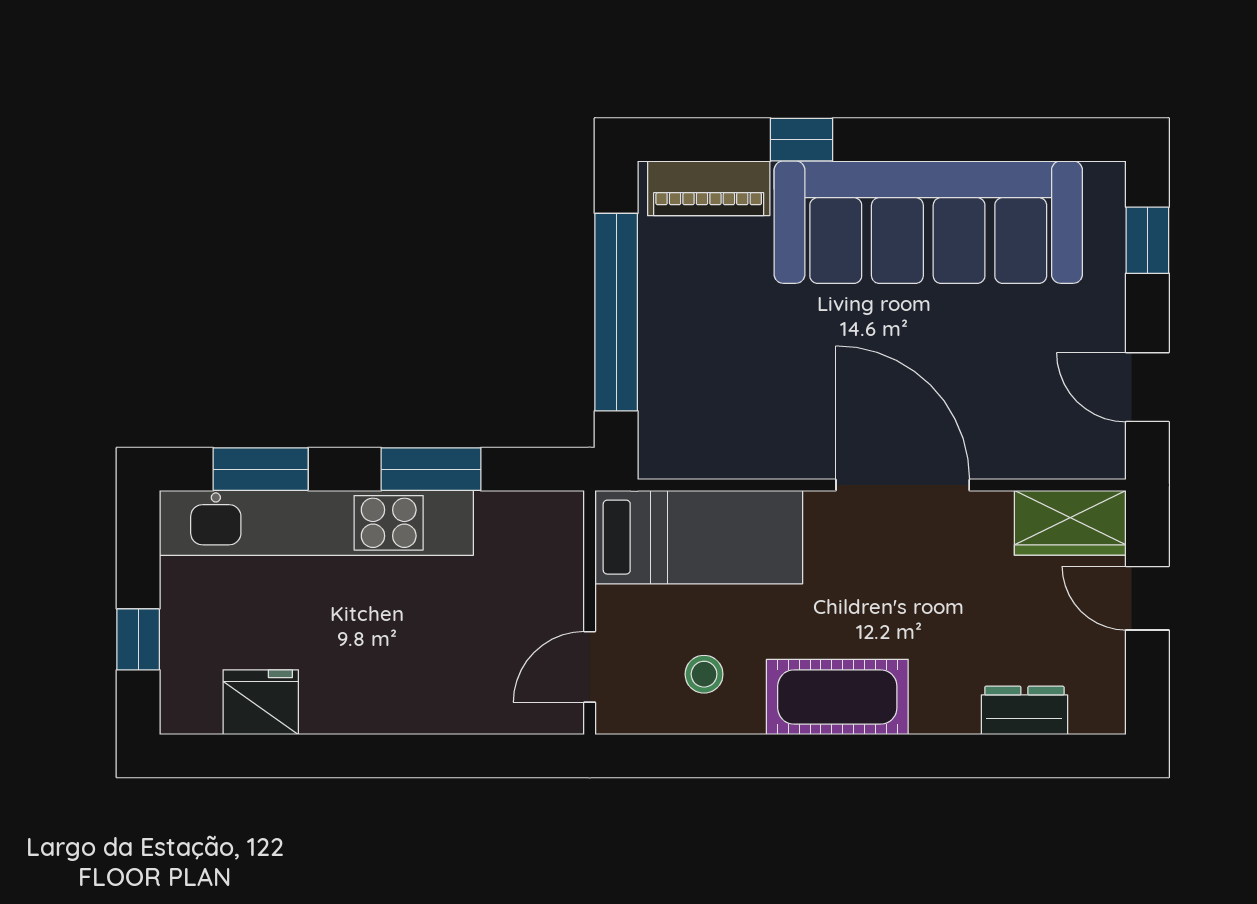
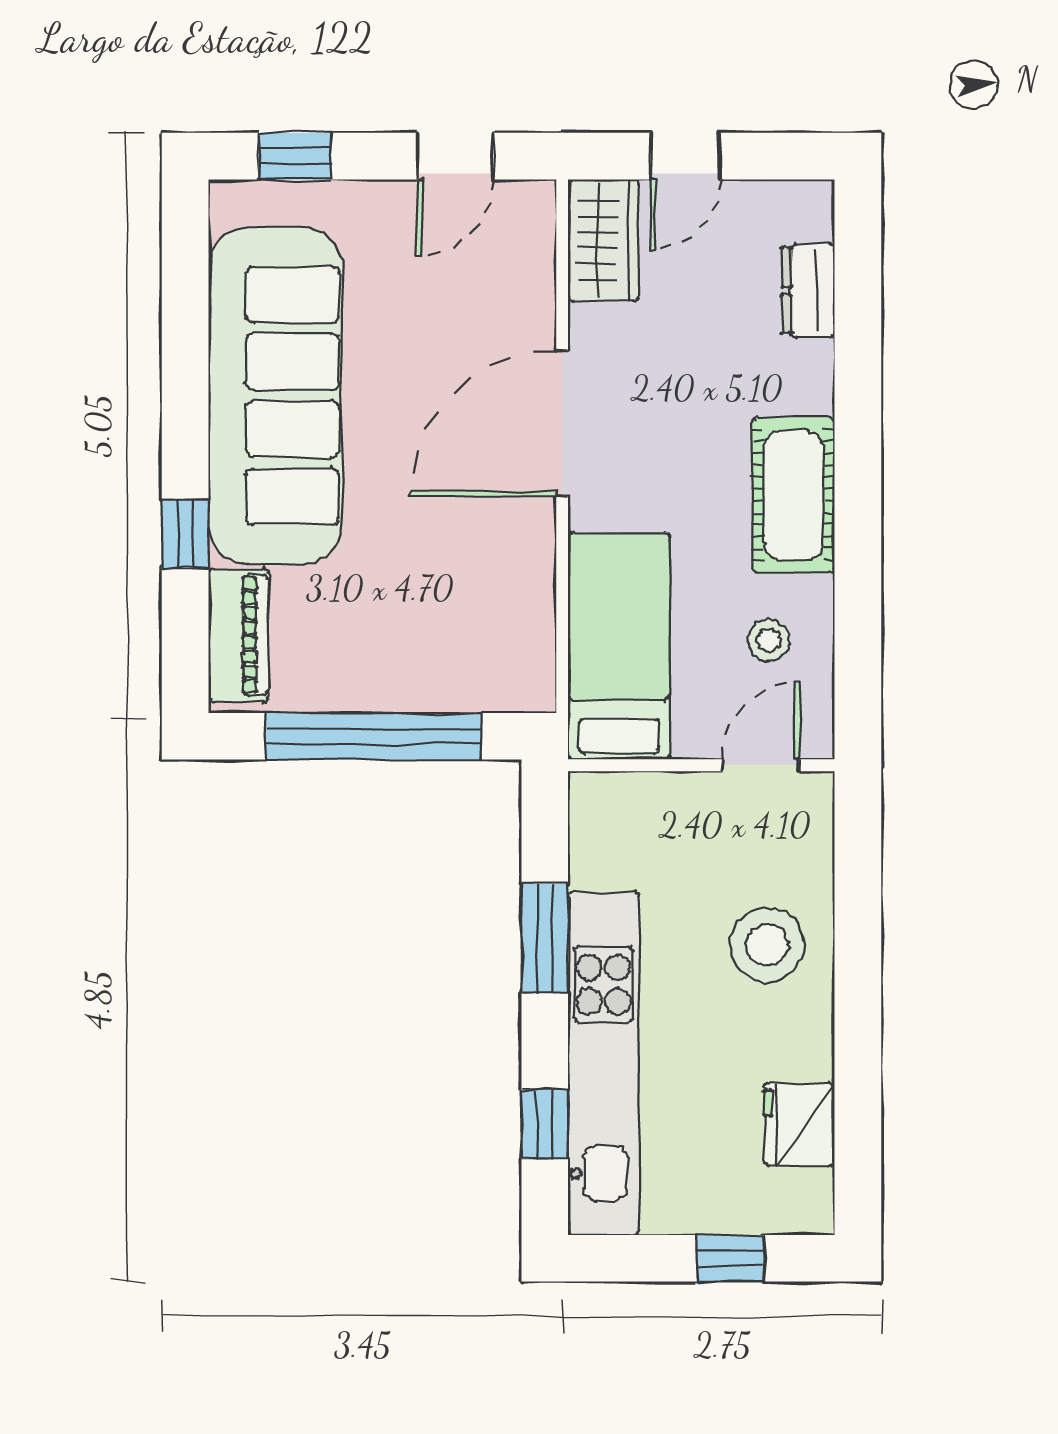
window: (261, 469) -> (545, 1124), width x0.67
door: (590, 667) -> (761, 765), swing flipped
stool: (425, 673) -> (767, 945), added

